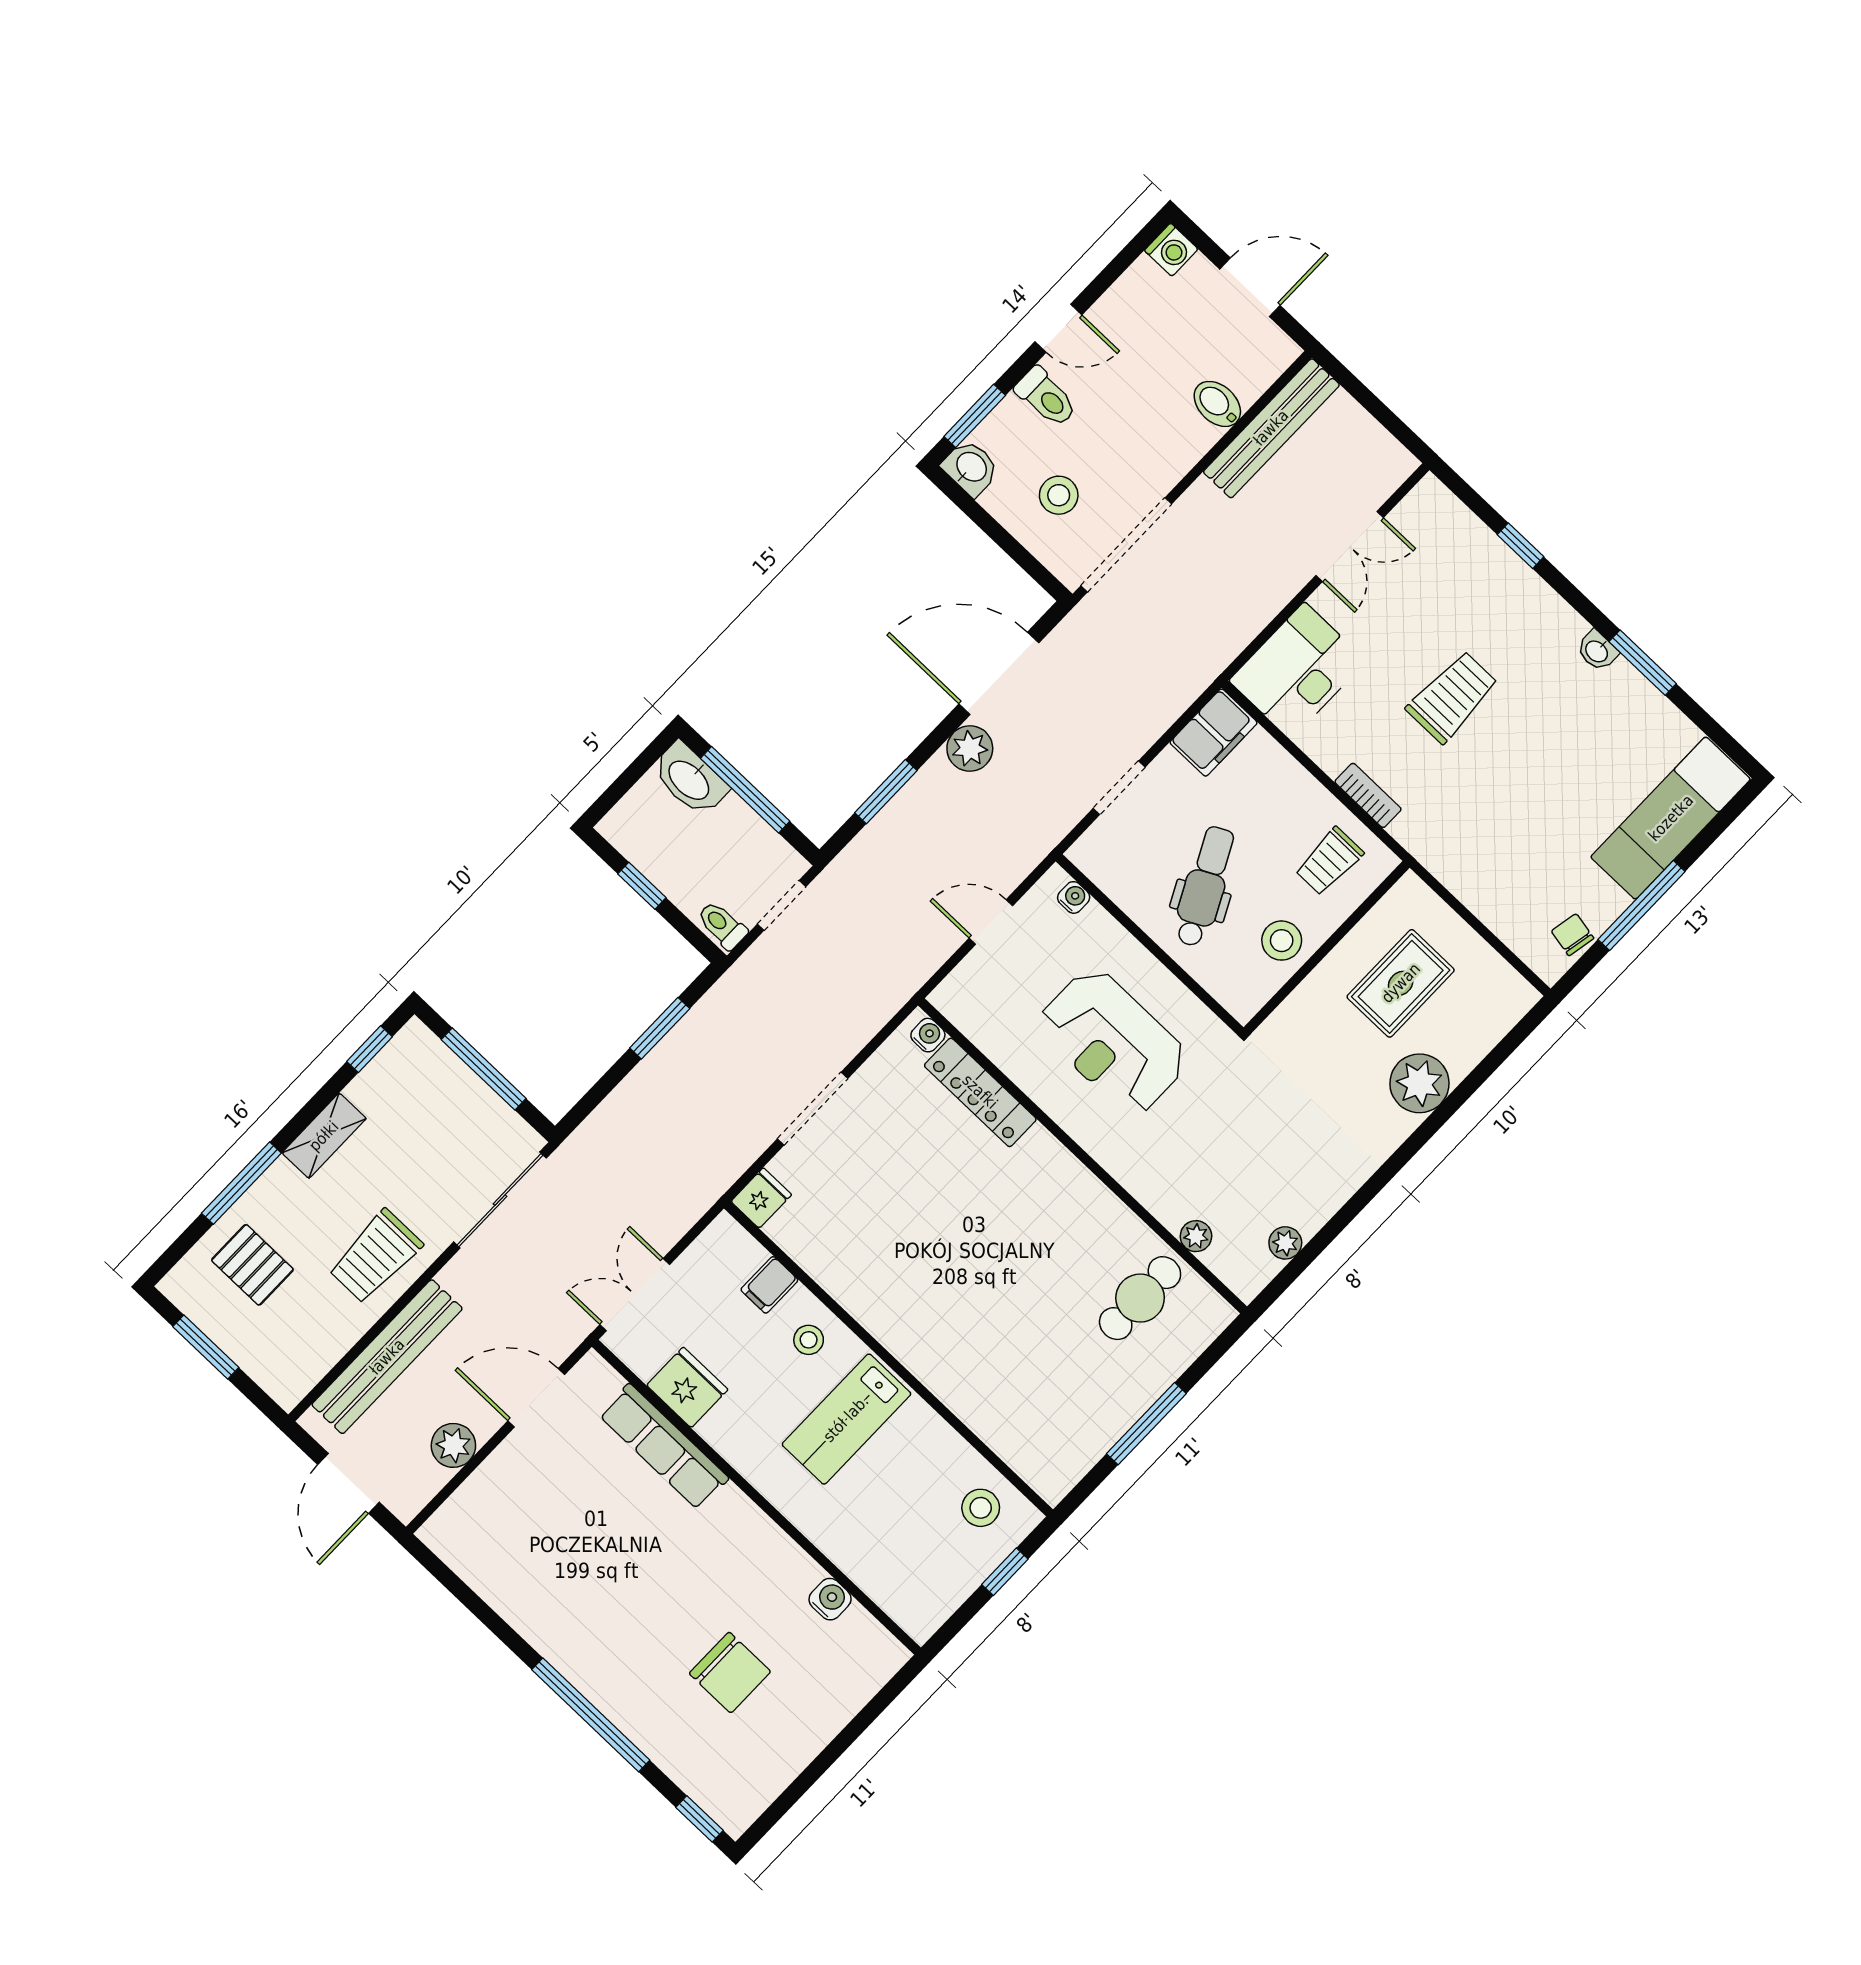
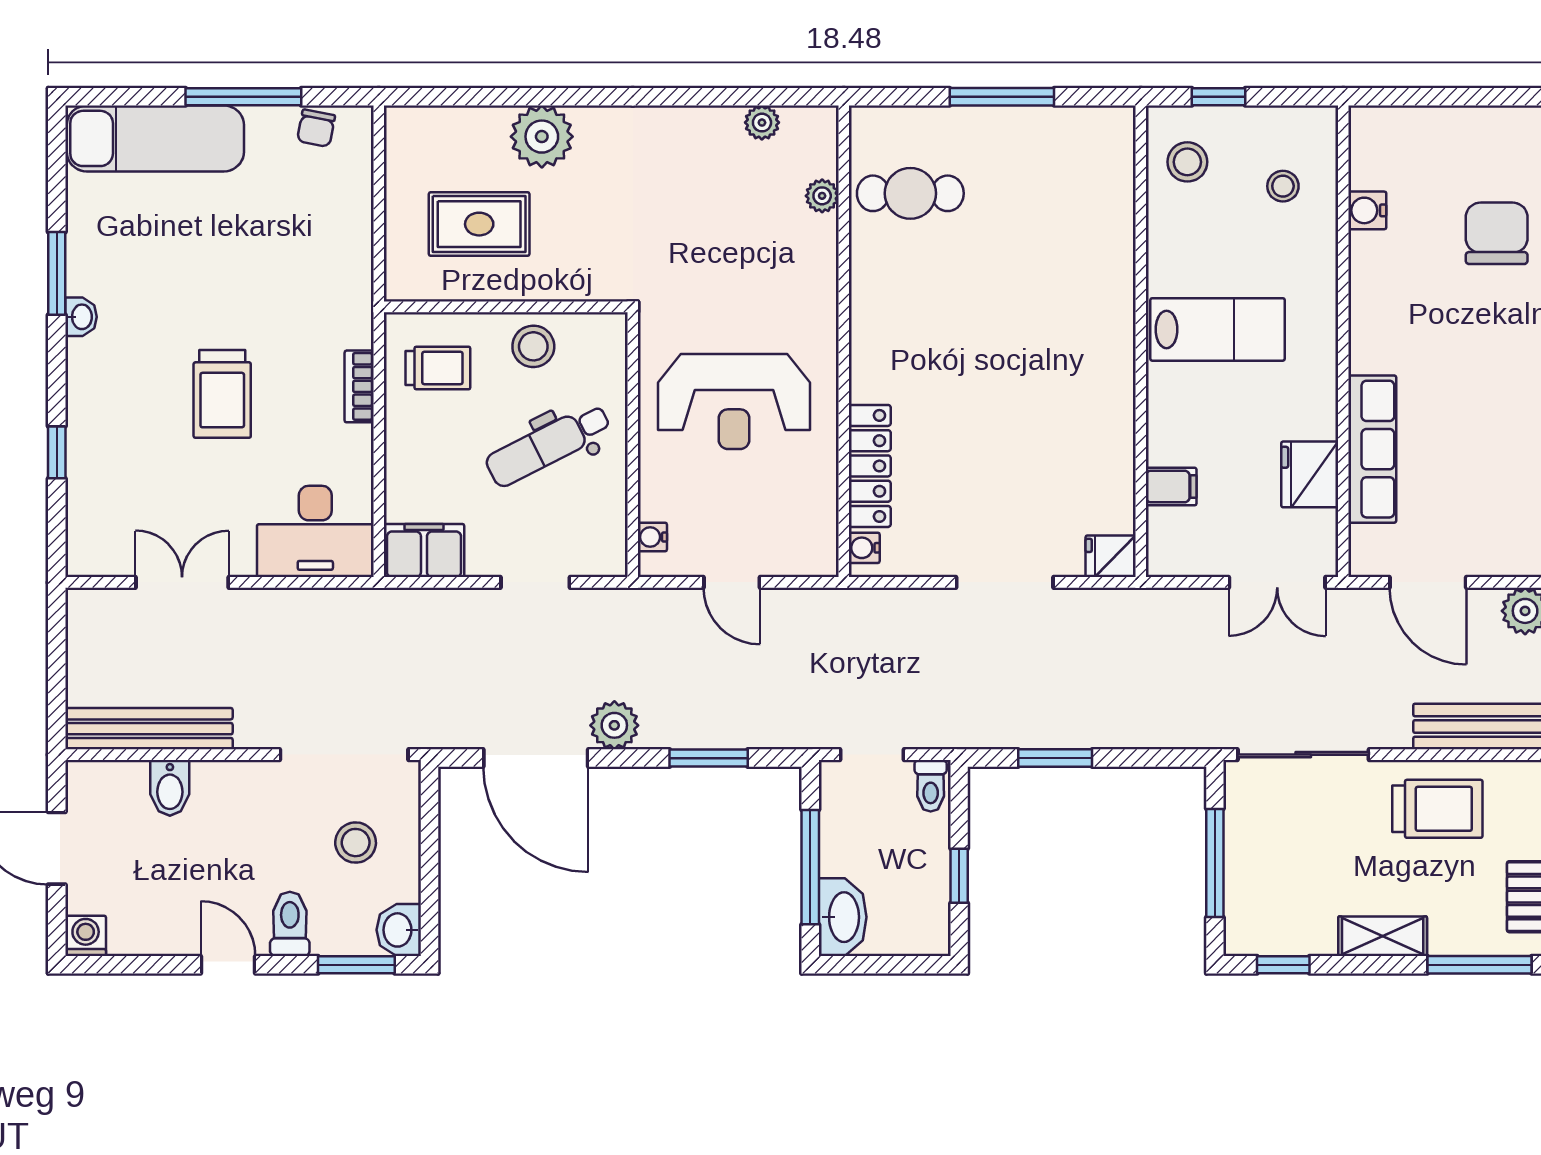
trolley: (1452, 697) -> (222, 394), turned -90
reception desk: (1113, 1042) -> (734, 402), turned 90
stool: (809, 1340) -> (1283, 186), moved

